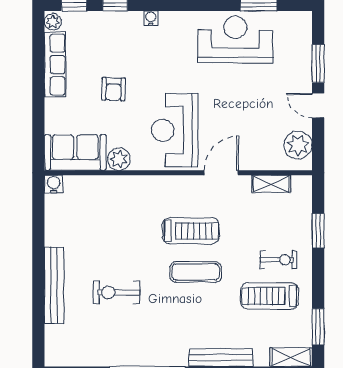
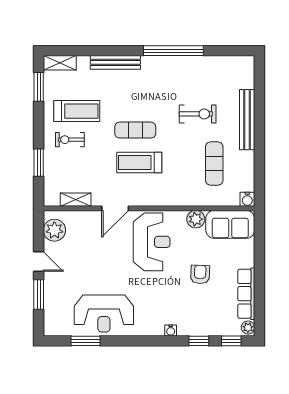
exercise mat: (96, 230) -> (214, 164), added

